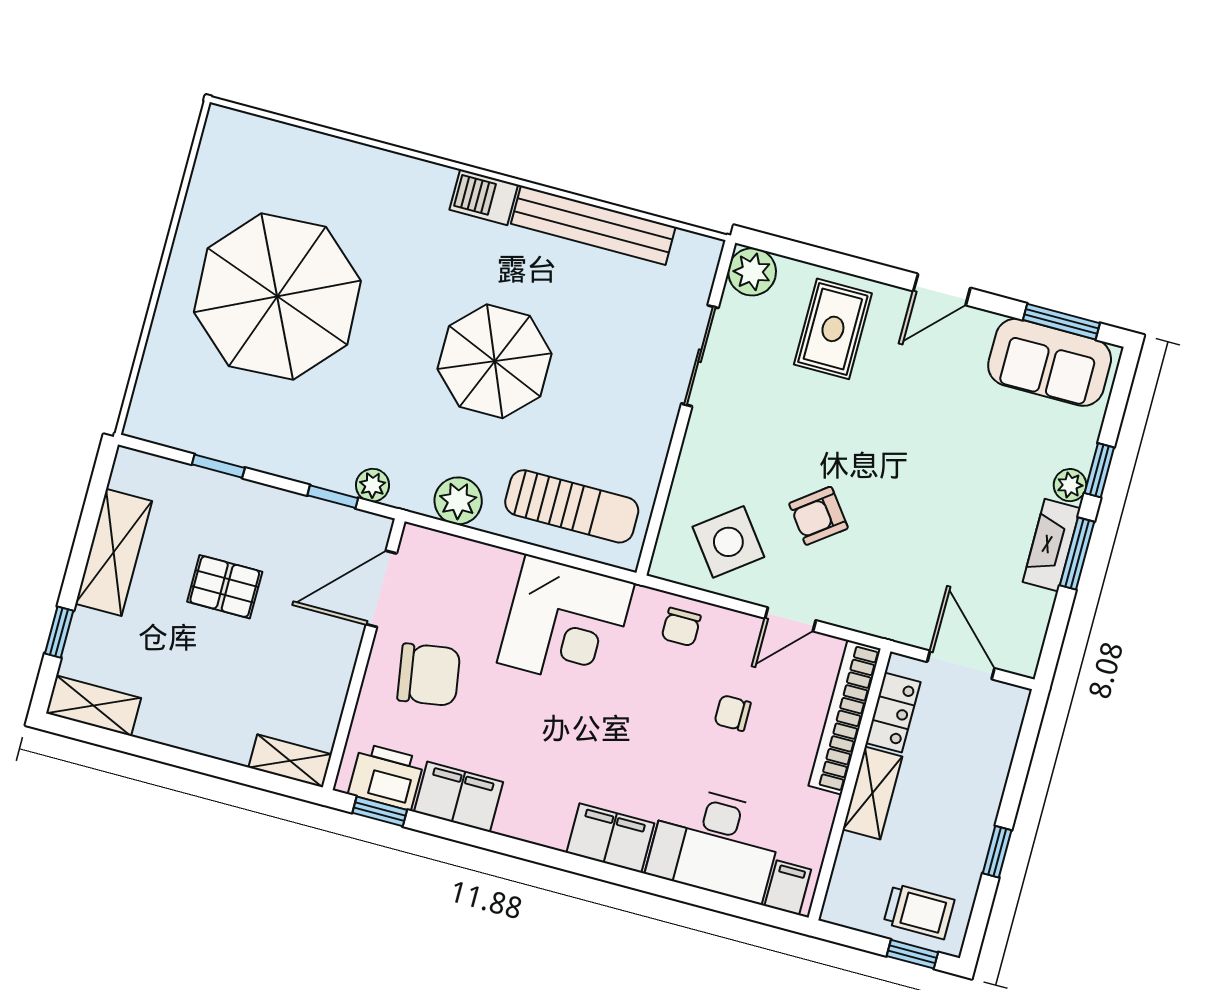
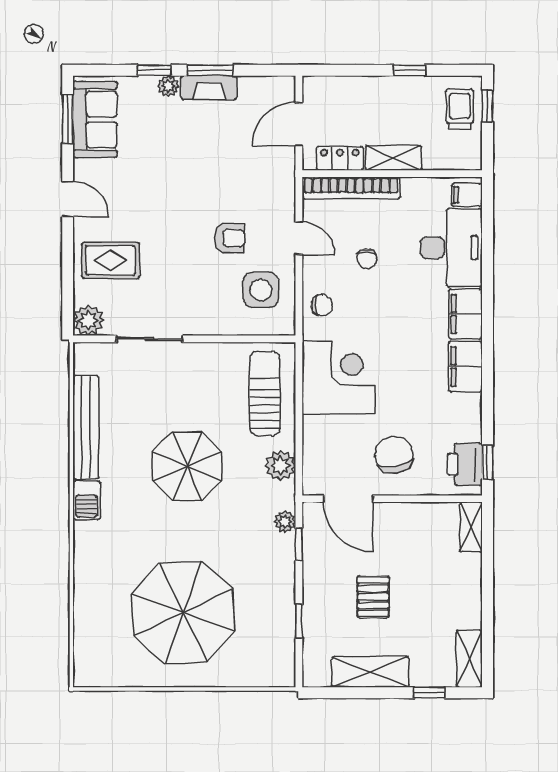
armchair: (818, 516) -> (230, 238), turned -53
side table: (728, 542) -> (261, 290), turned 37
filing cabinet: (459, 797) -> (465, 367), moved

